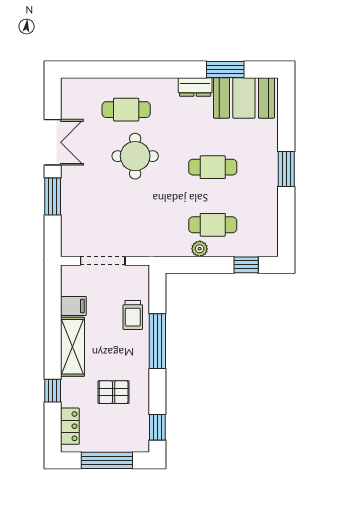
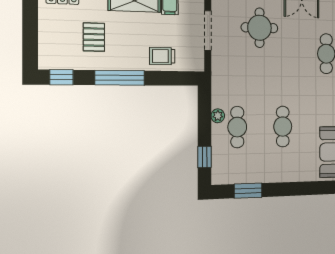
round table: (135, 156) -> (260, 28), moved
window: (286, 169) -> (248, 191), moved
window: (157, 341) -> (120, 78), moved
window: (107, 460) -> (30, 29), removed

